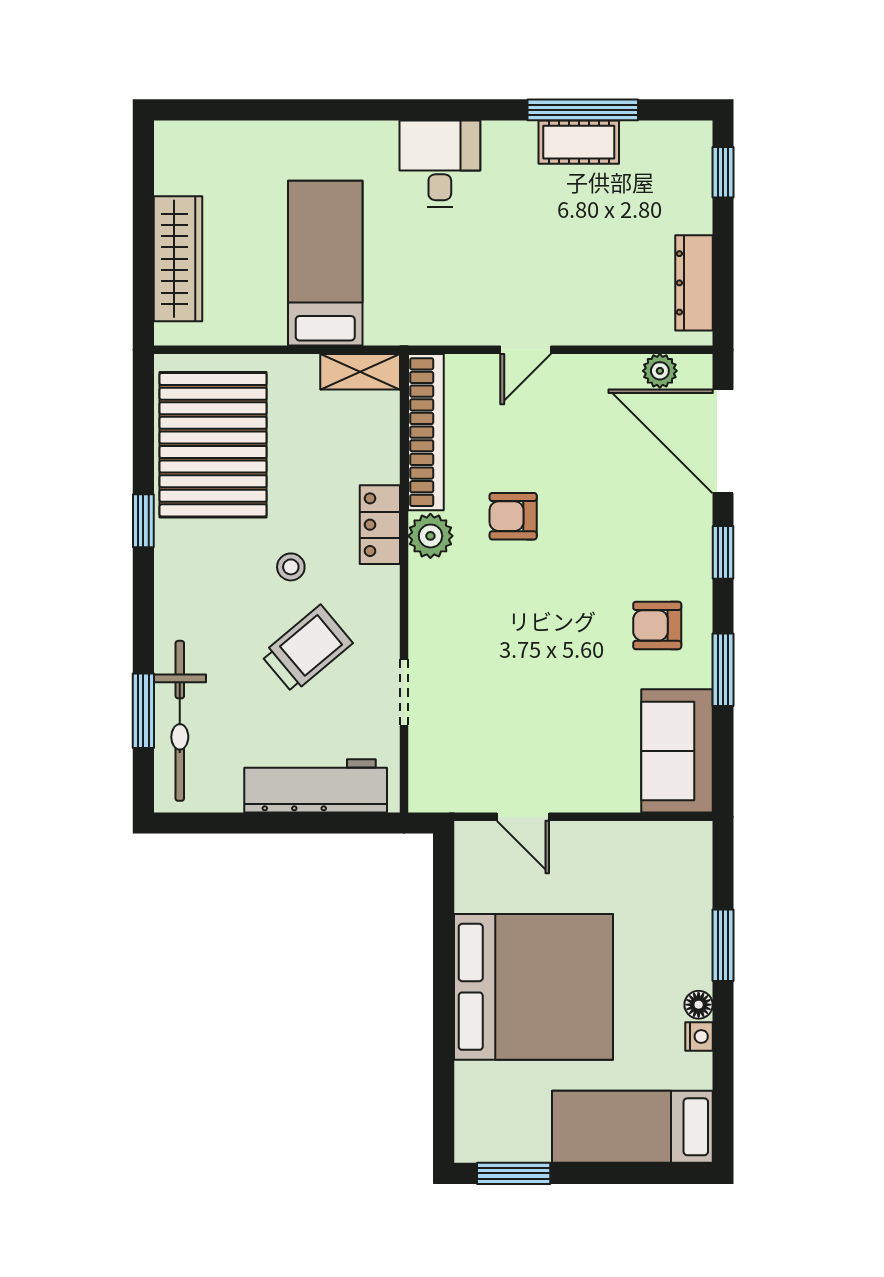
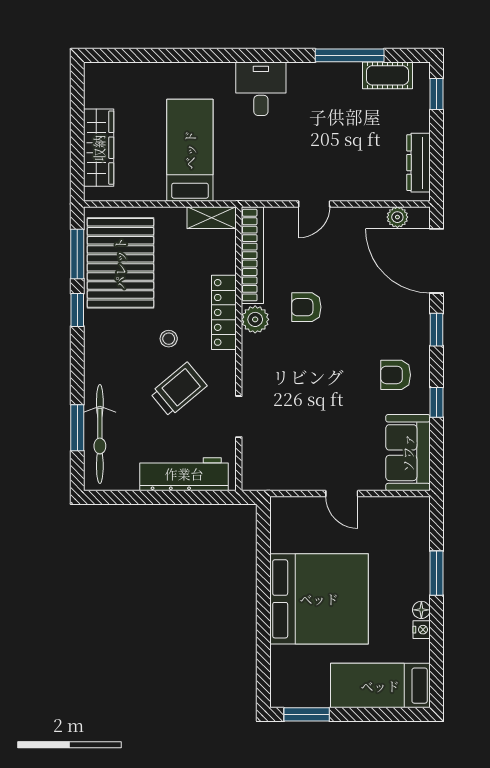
cot: (579, 142) -> (387, 75), moved
window: (143, 430) -> (77, 254), added
locker: (380, 525) -> (224, 312), width x1.53
window: (723, 670) -> (437, 402), width x0.67
door: (523, 817) -> (342, 493), moved

